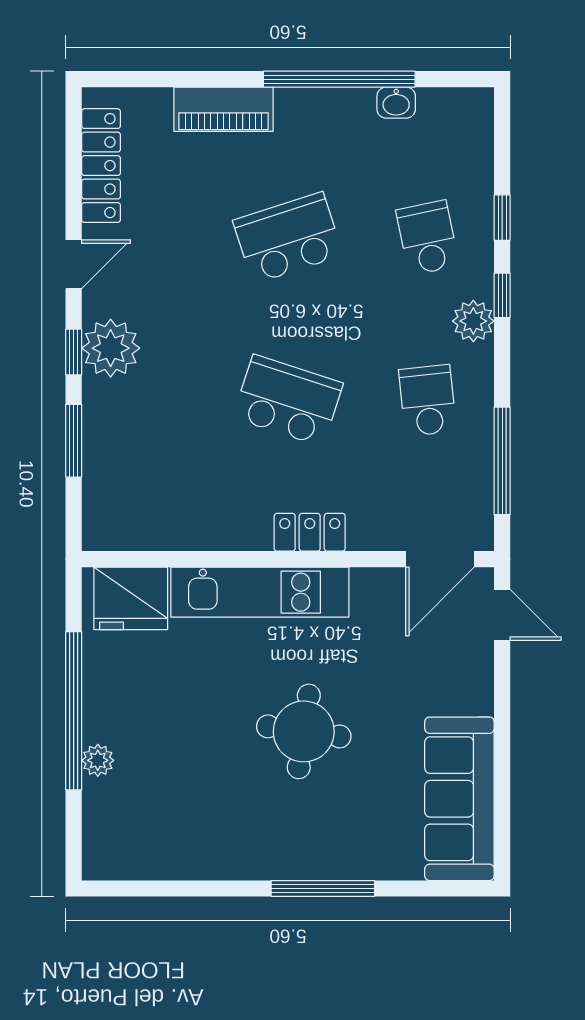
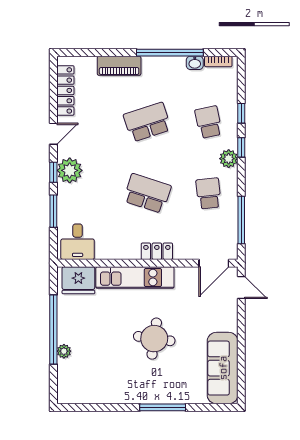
bookcase: (450, 100) -> (218, 62), added
desk: (129, 510) -> (78, 242), added

